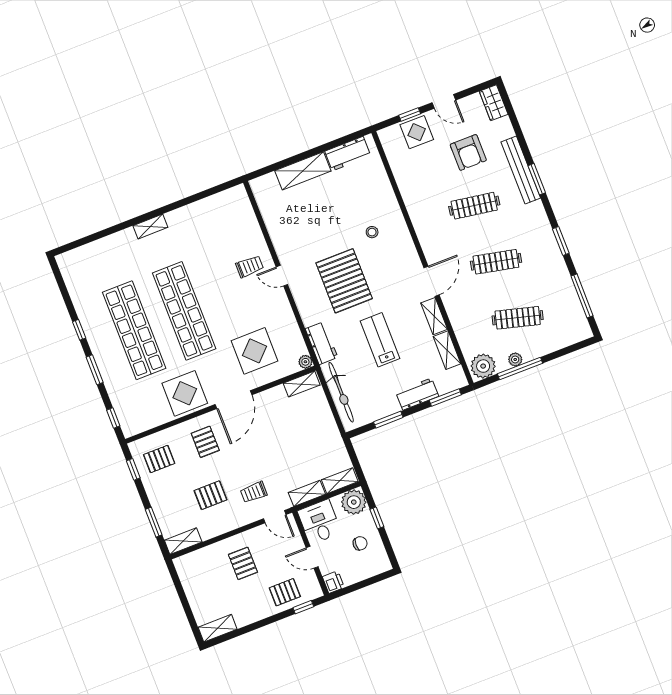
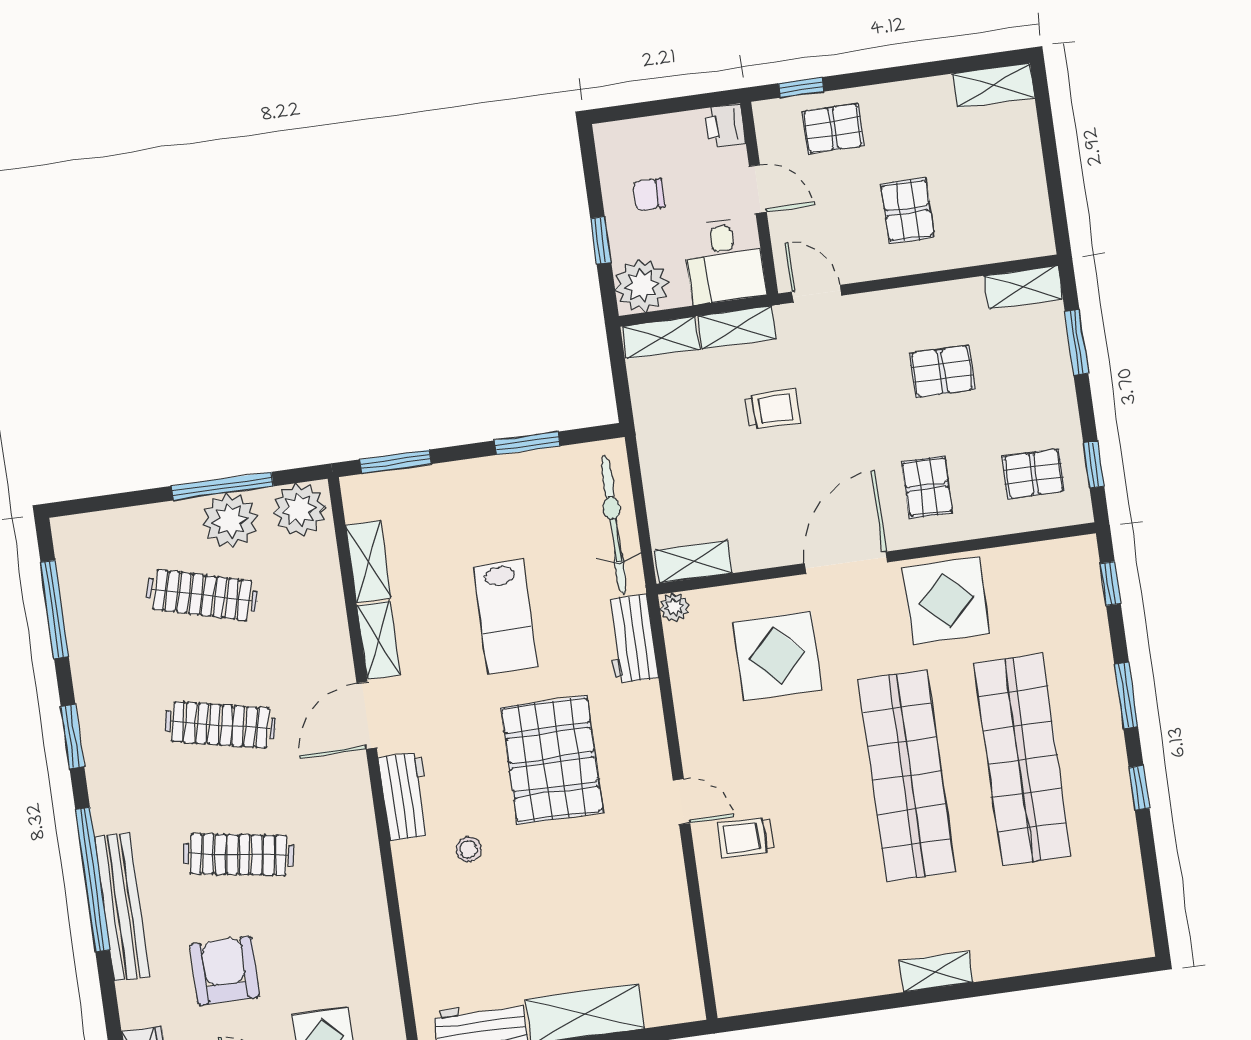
window: (537, 179) -> (93, 880), width x2.11
plant: (515, 359) -> (230, 521), width x1.88, depth x1.88
workbench: (417, 394) -> (406, 796), moved, turned -90
trolley: (254, 492) -> (772, 409), moved

